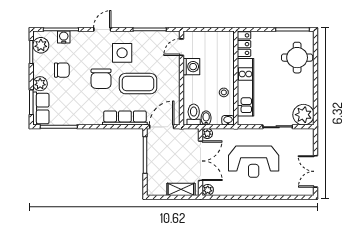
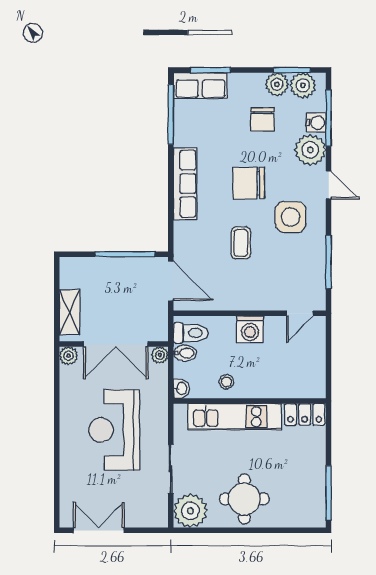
plant: (81, 41) -> (310, 150), added
door: (182, 47) -> (300, 313), swing flipped
round table: (297, 58) -> (244, 499), moved
washing machine: (191, 67) -> (250, 329), moved
plant: (40, 84) -> (277, 84), moved
coffee table: (138, 84) -> (241, 243), width x0.54, depth x0.58
row of seats: (125, 118) -> (185, 184), moved

